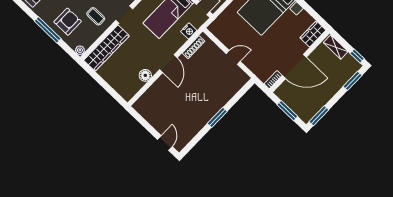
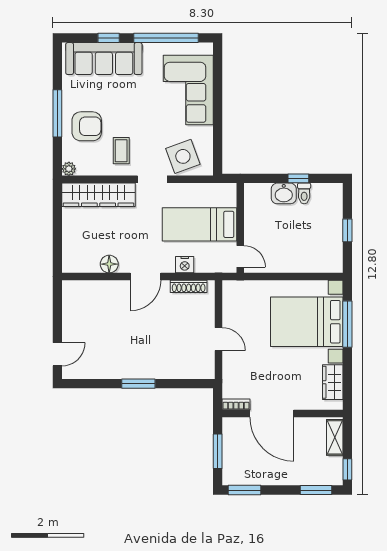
nightstand: (189, 31) -> (185, 265), moved
wardrobe: (313, 34) -> (333, 382), moved, turned -90

